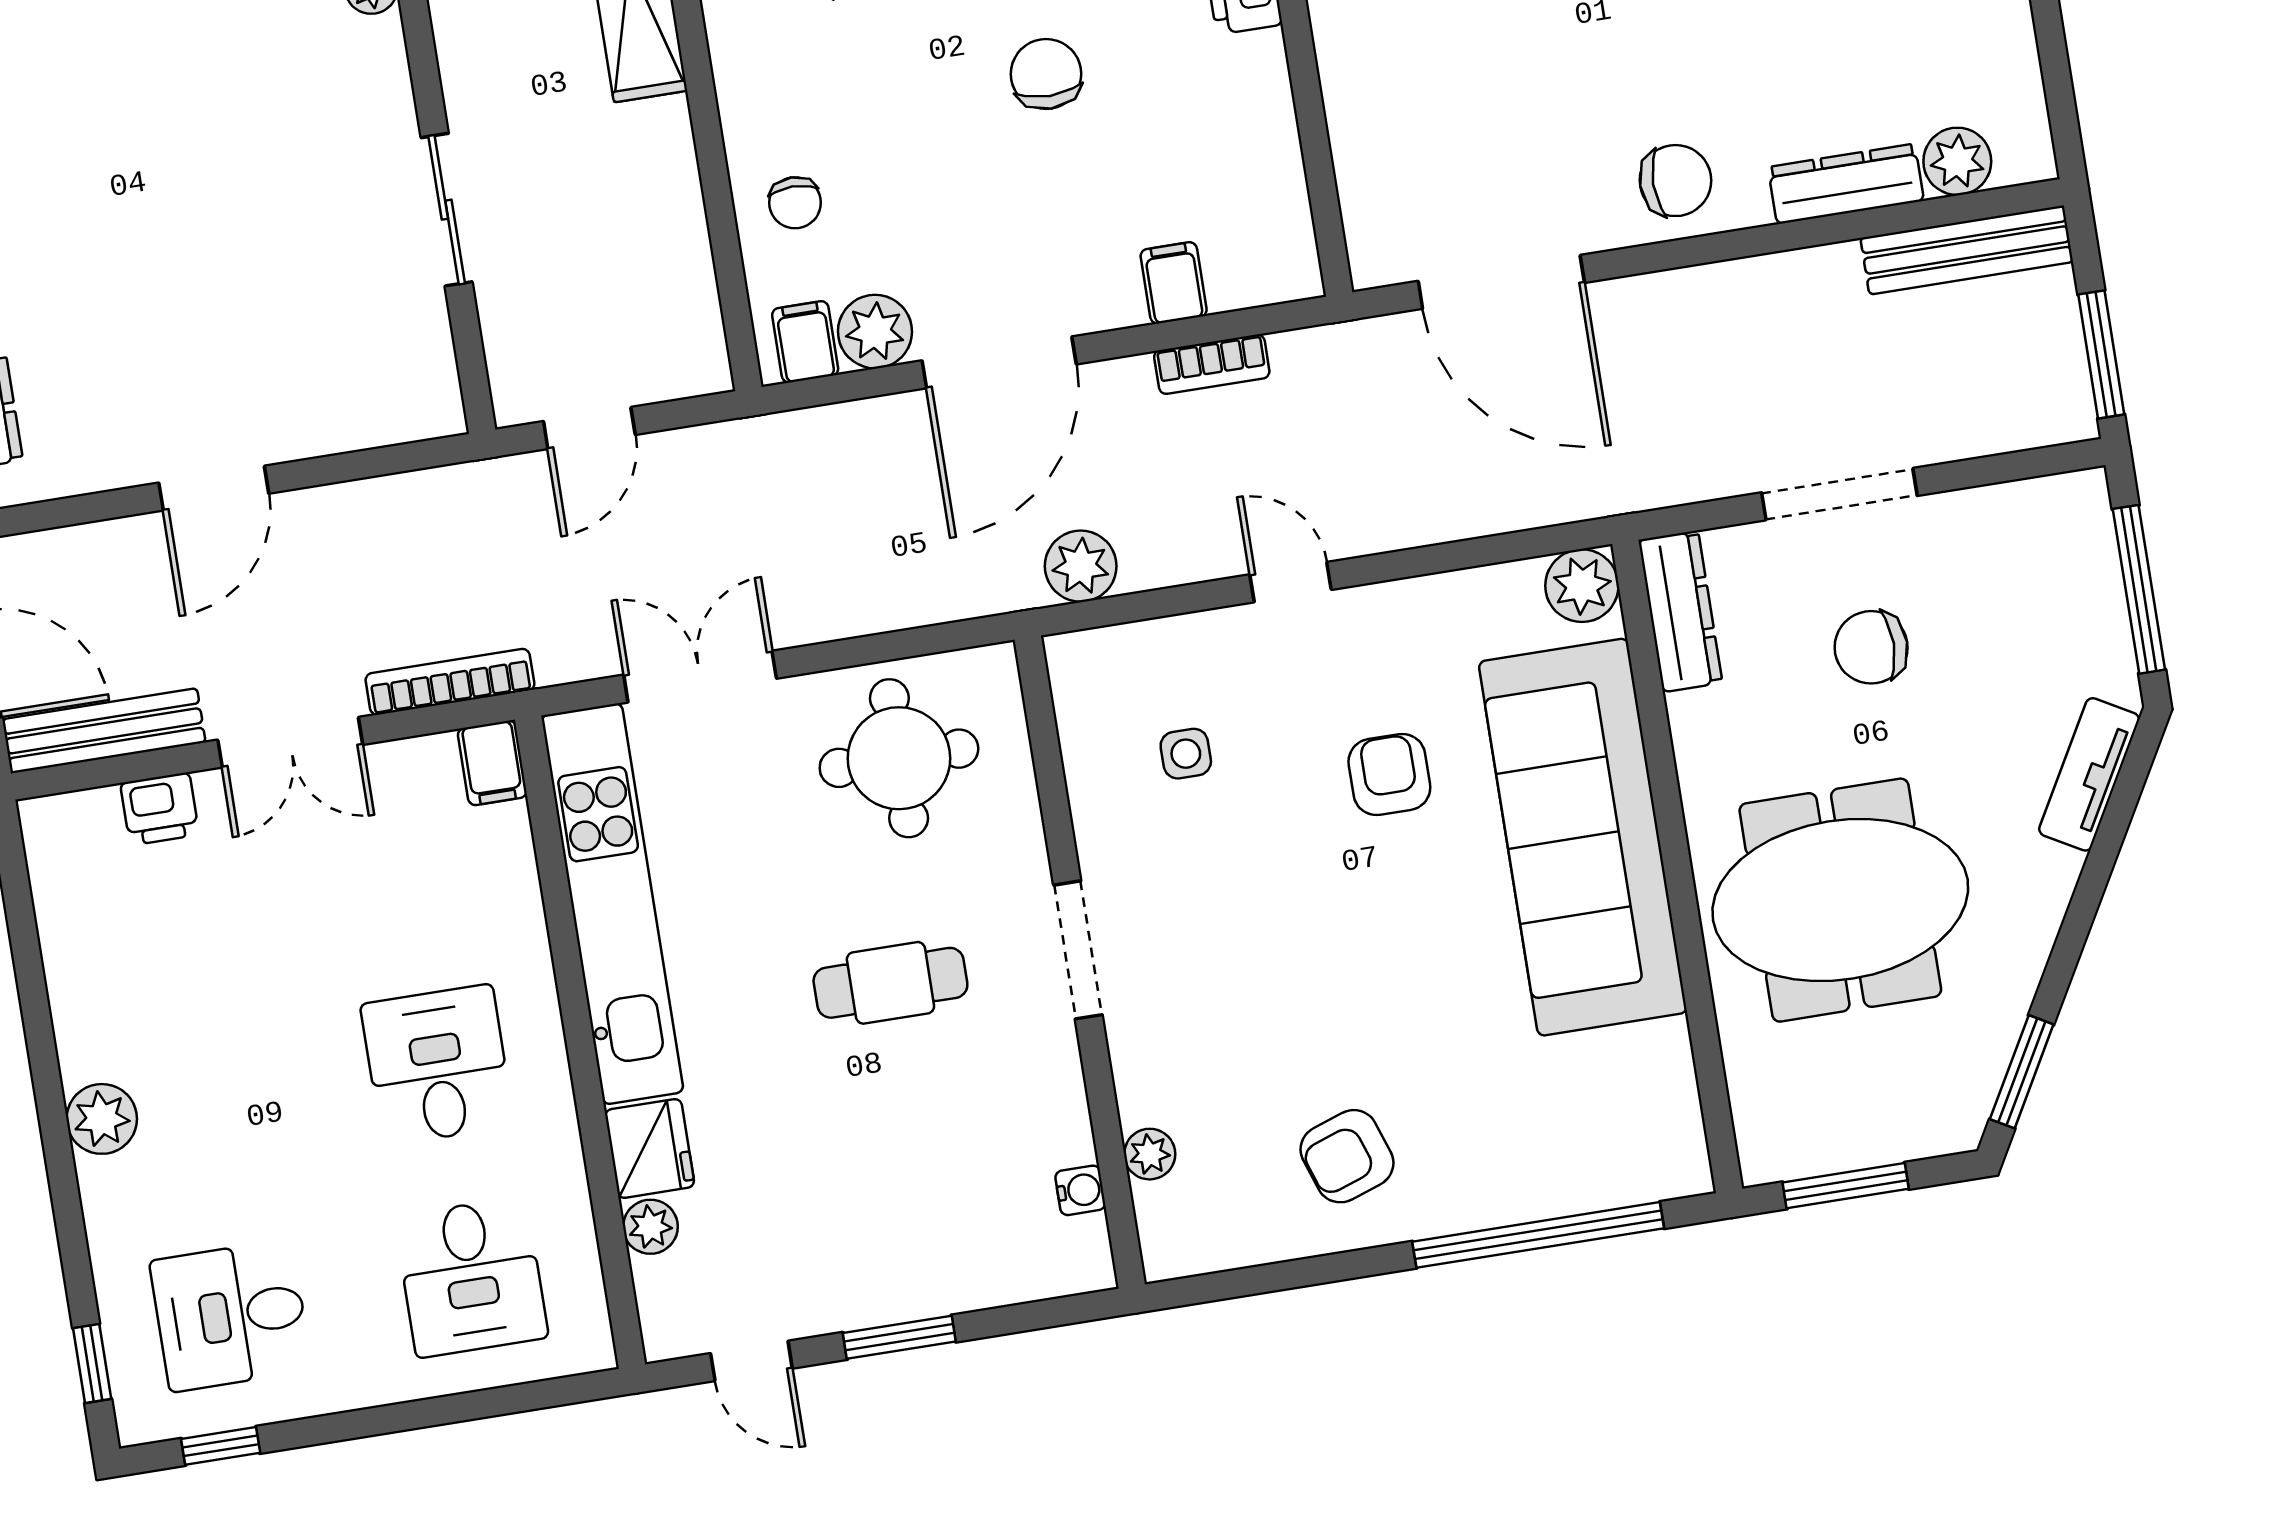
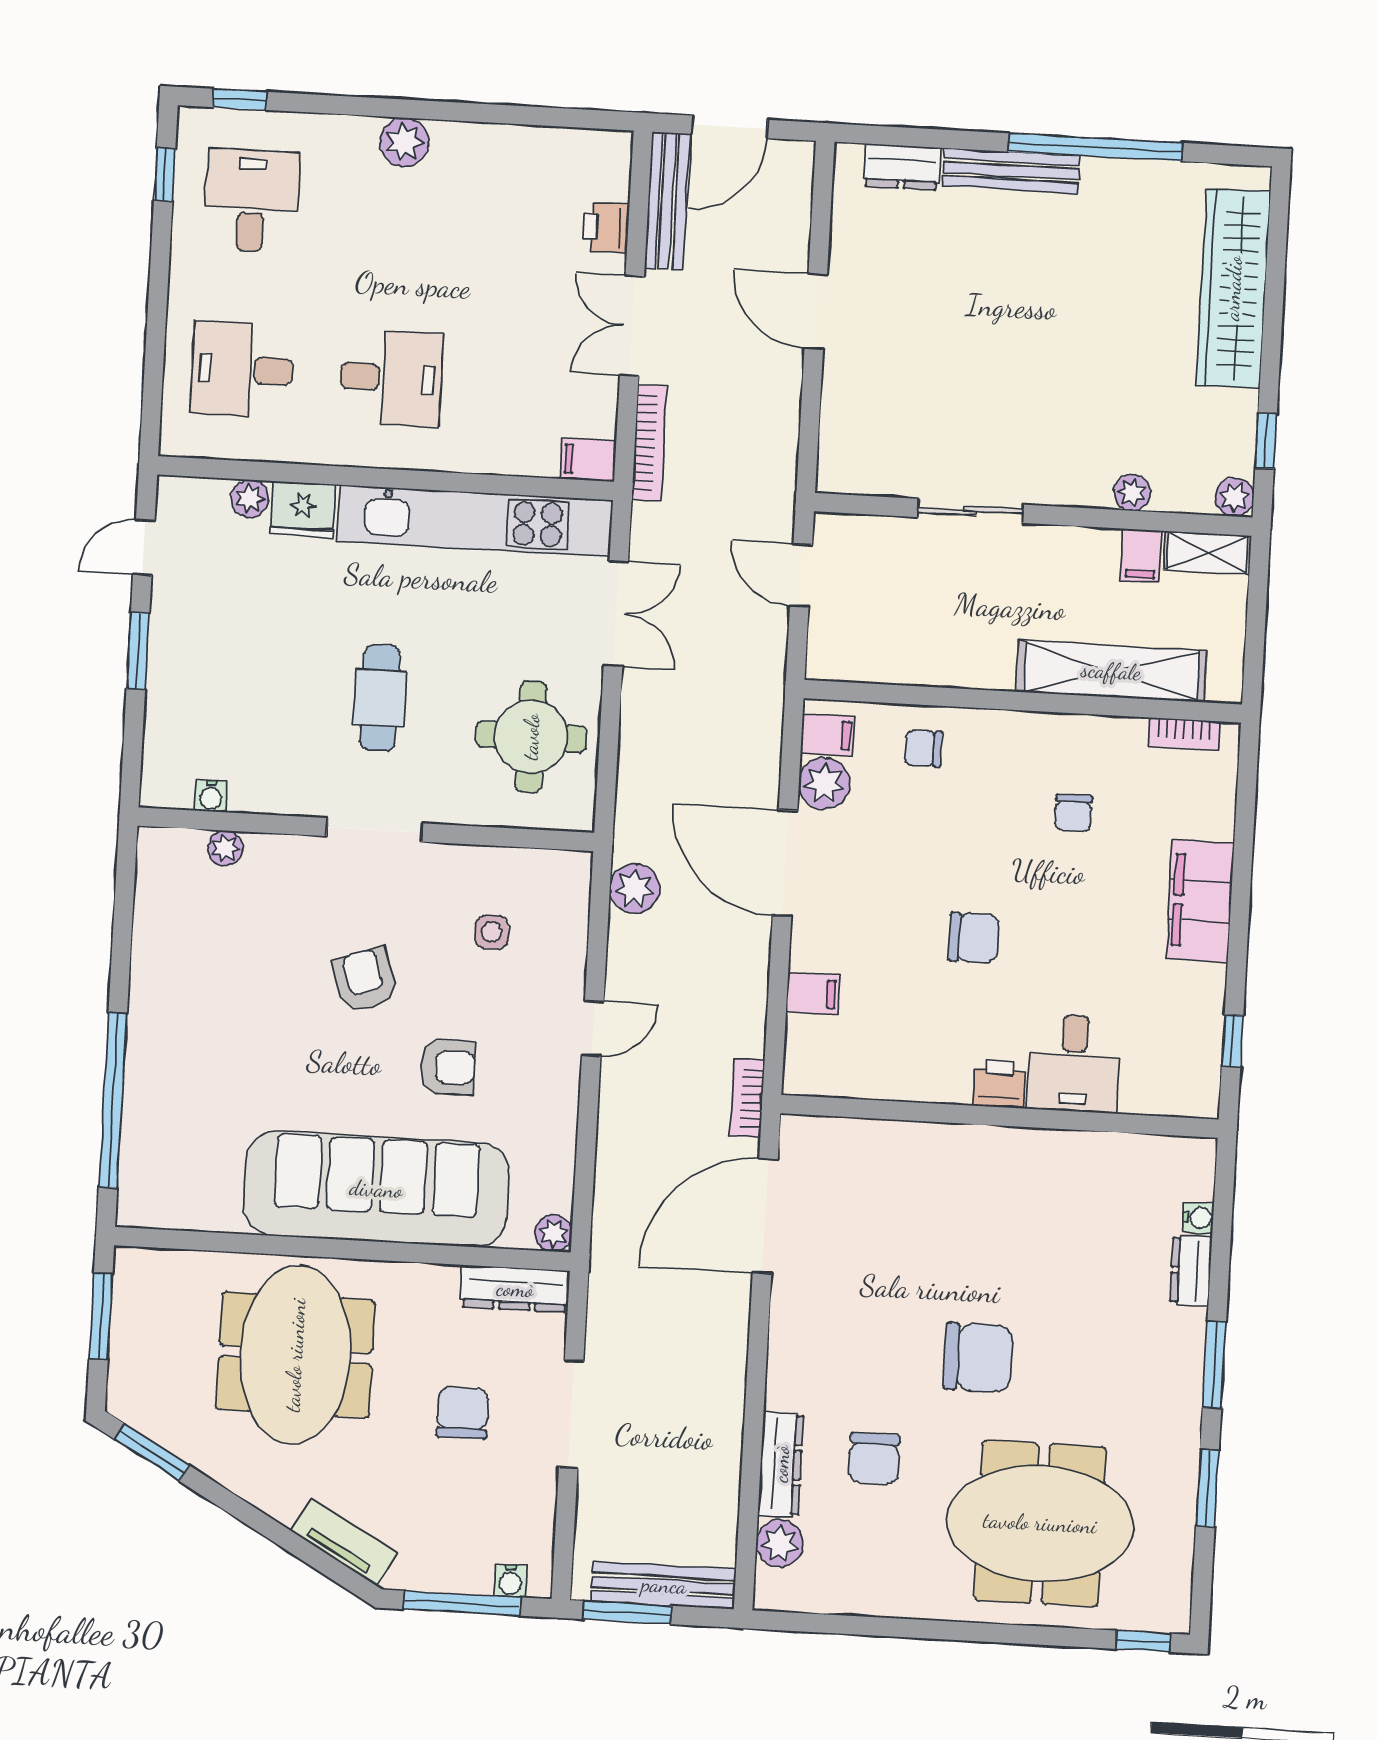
chair: (1675, 181) -> (874, 1459), moved
bench: (1967, 250) -> (664, 1585), moved, turned 90
bookcase: (1212, 364) -> (747, 1098), moved
water cooler: (2092, 529) -> (510, 1581), added
plant: (1582, 586) -> (554, 1233), width x0.73, depth x0.73
armchair: (1347, 1156) -> (365, 980), moved

